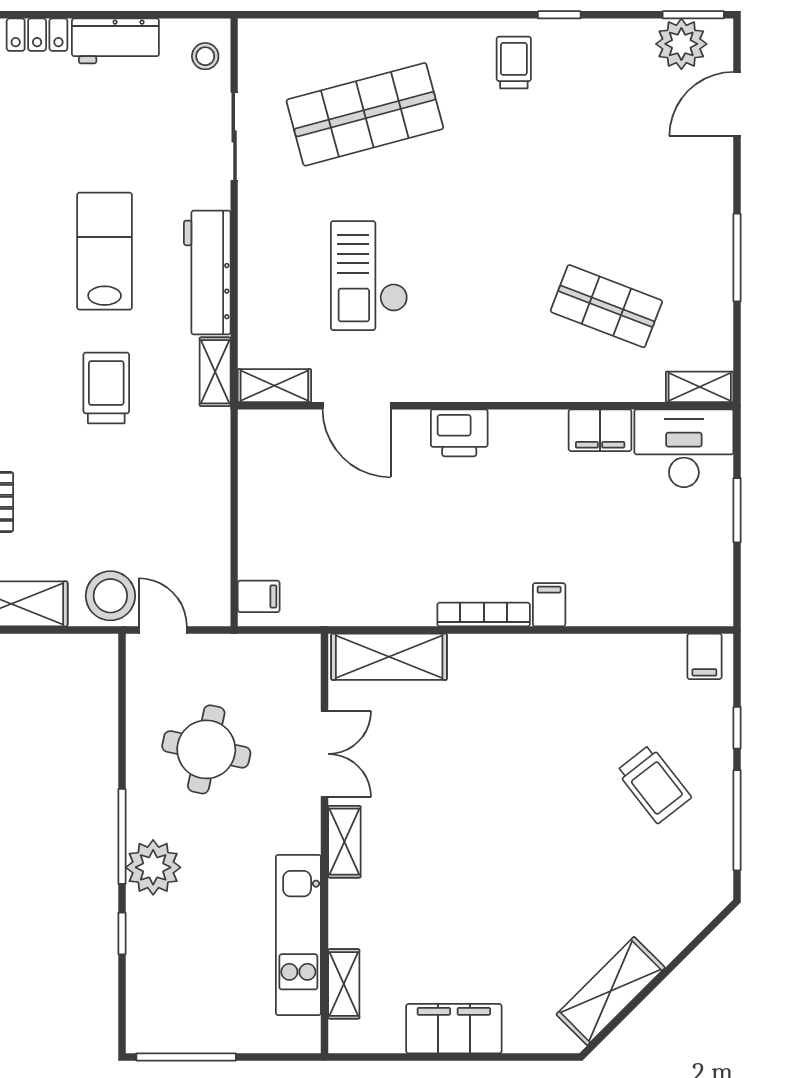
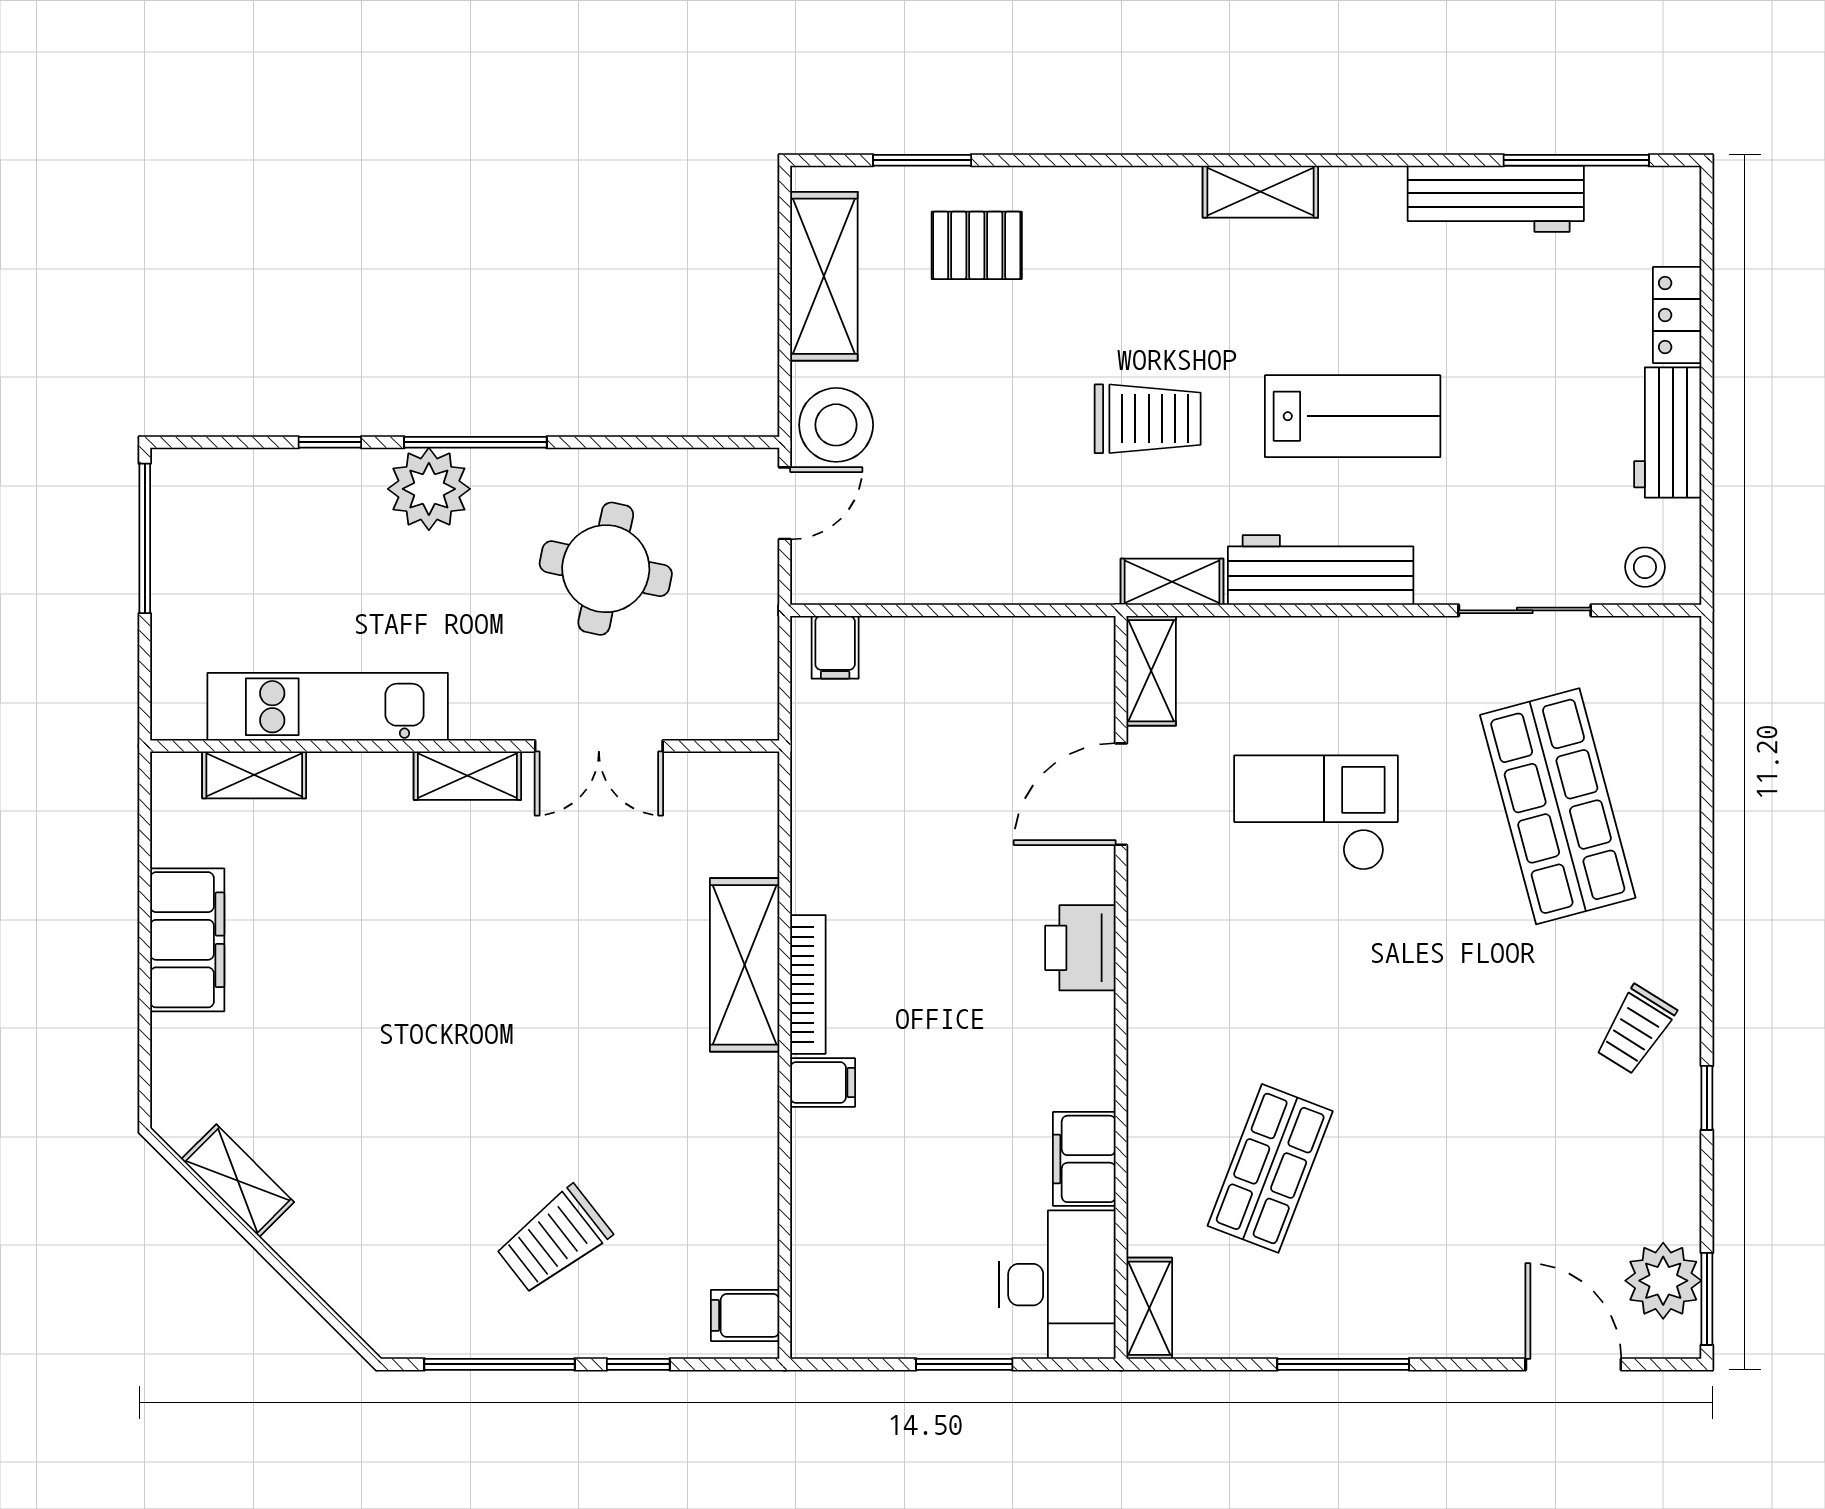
trolley: (514, 63) -> (1635, 1030), turned 122
shelving: (389, 657) -> (745, 965), moved
shelving: (611, 991) -> (238, 1181), width x0.67, depth x0.75

